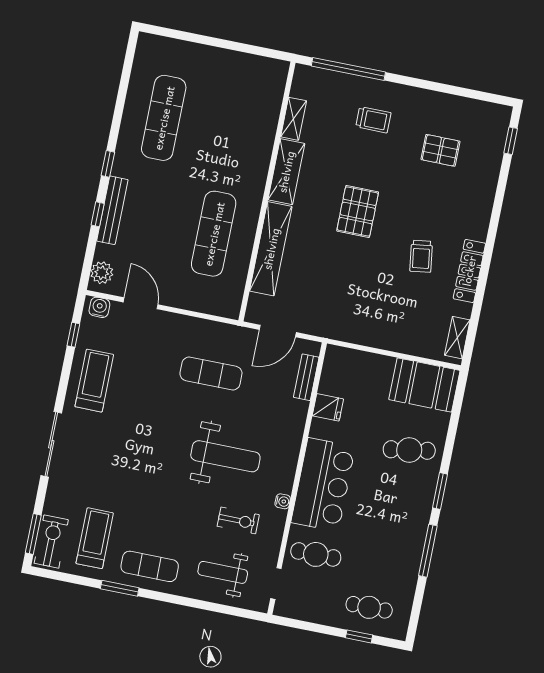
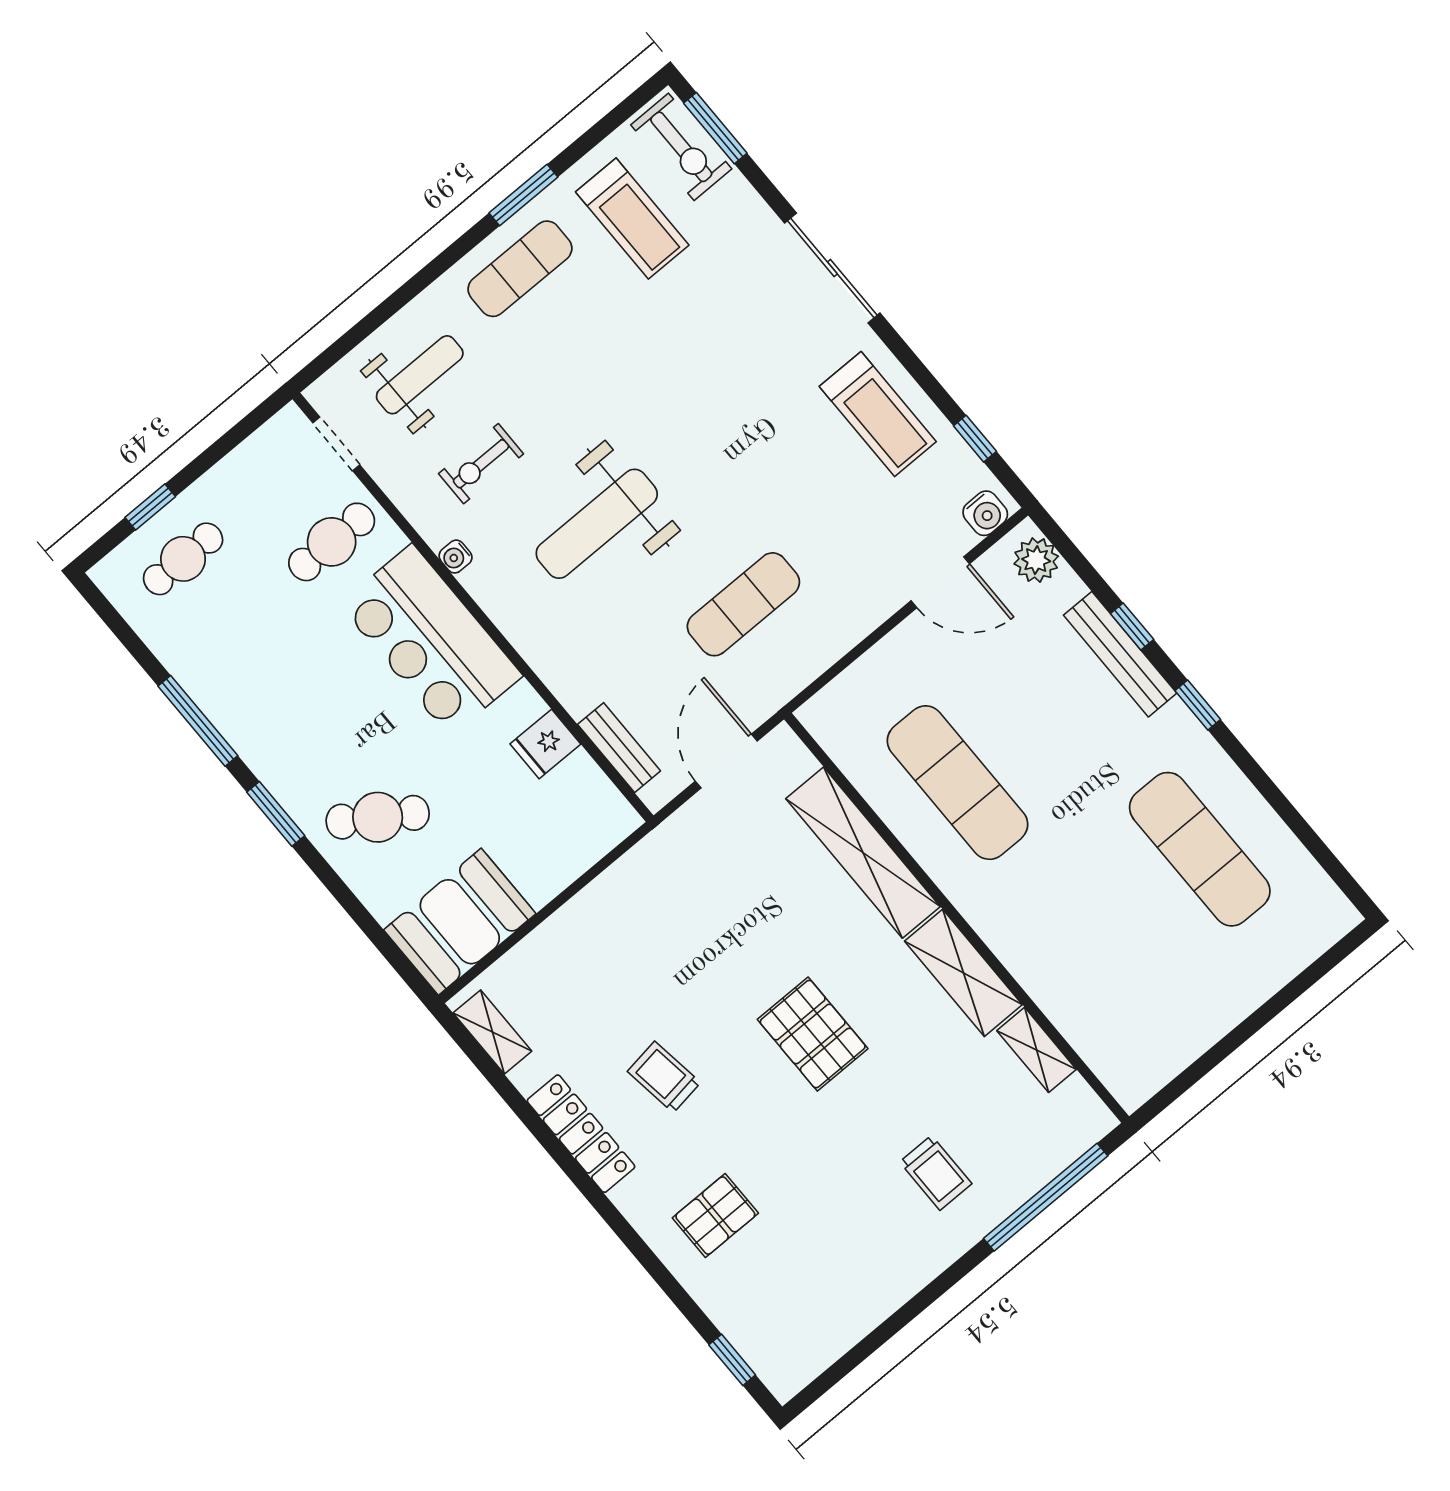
trolley: (373, 120) -> (936, 1173), turned -90
pallet: (440, 150) -> (715, 1216), moved
cafe table: (409, 450) -> (378, 817), turned 42

